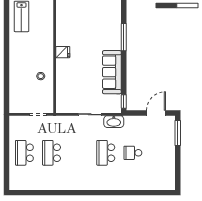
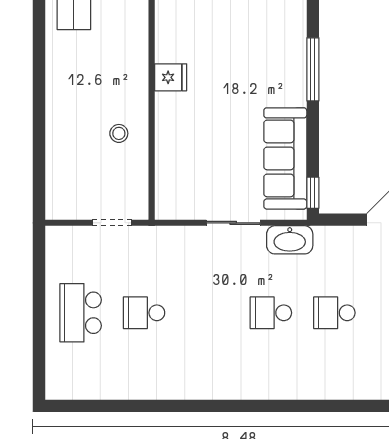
window: (124, 37) -> (313, 69), moved
sofa: (112, 72) -> (285, 158), moved
school desk: (51, 153) -> (144, 313), width x0.54
school desk: (106, 153) -> (271, 313), width x0.54

